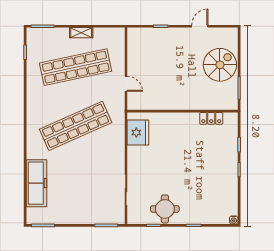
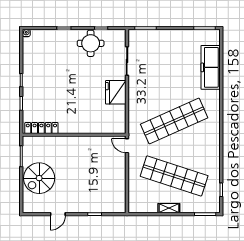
shop shelf: (76, 67) -> (174, 176), turned 30
door: (126, 84) -> (127, 146), moved
locker: (211, 118) -> (41, 128), width x1.53
fridge: (138, 133) -> (116, 92), moved

